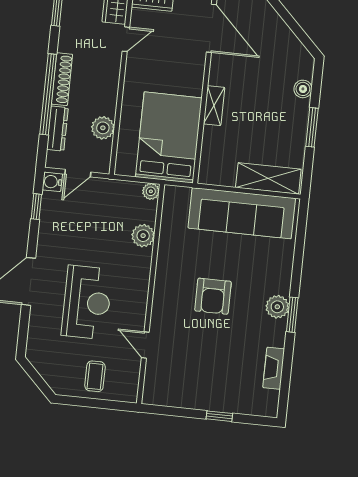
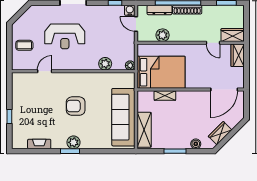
wardrobe: (288, 43) -> (220, 133), added
shelving: (214, 106) -> (165, 96), moved

